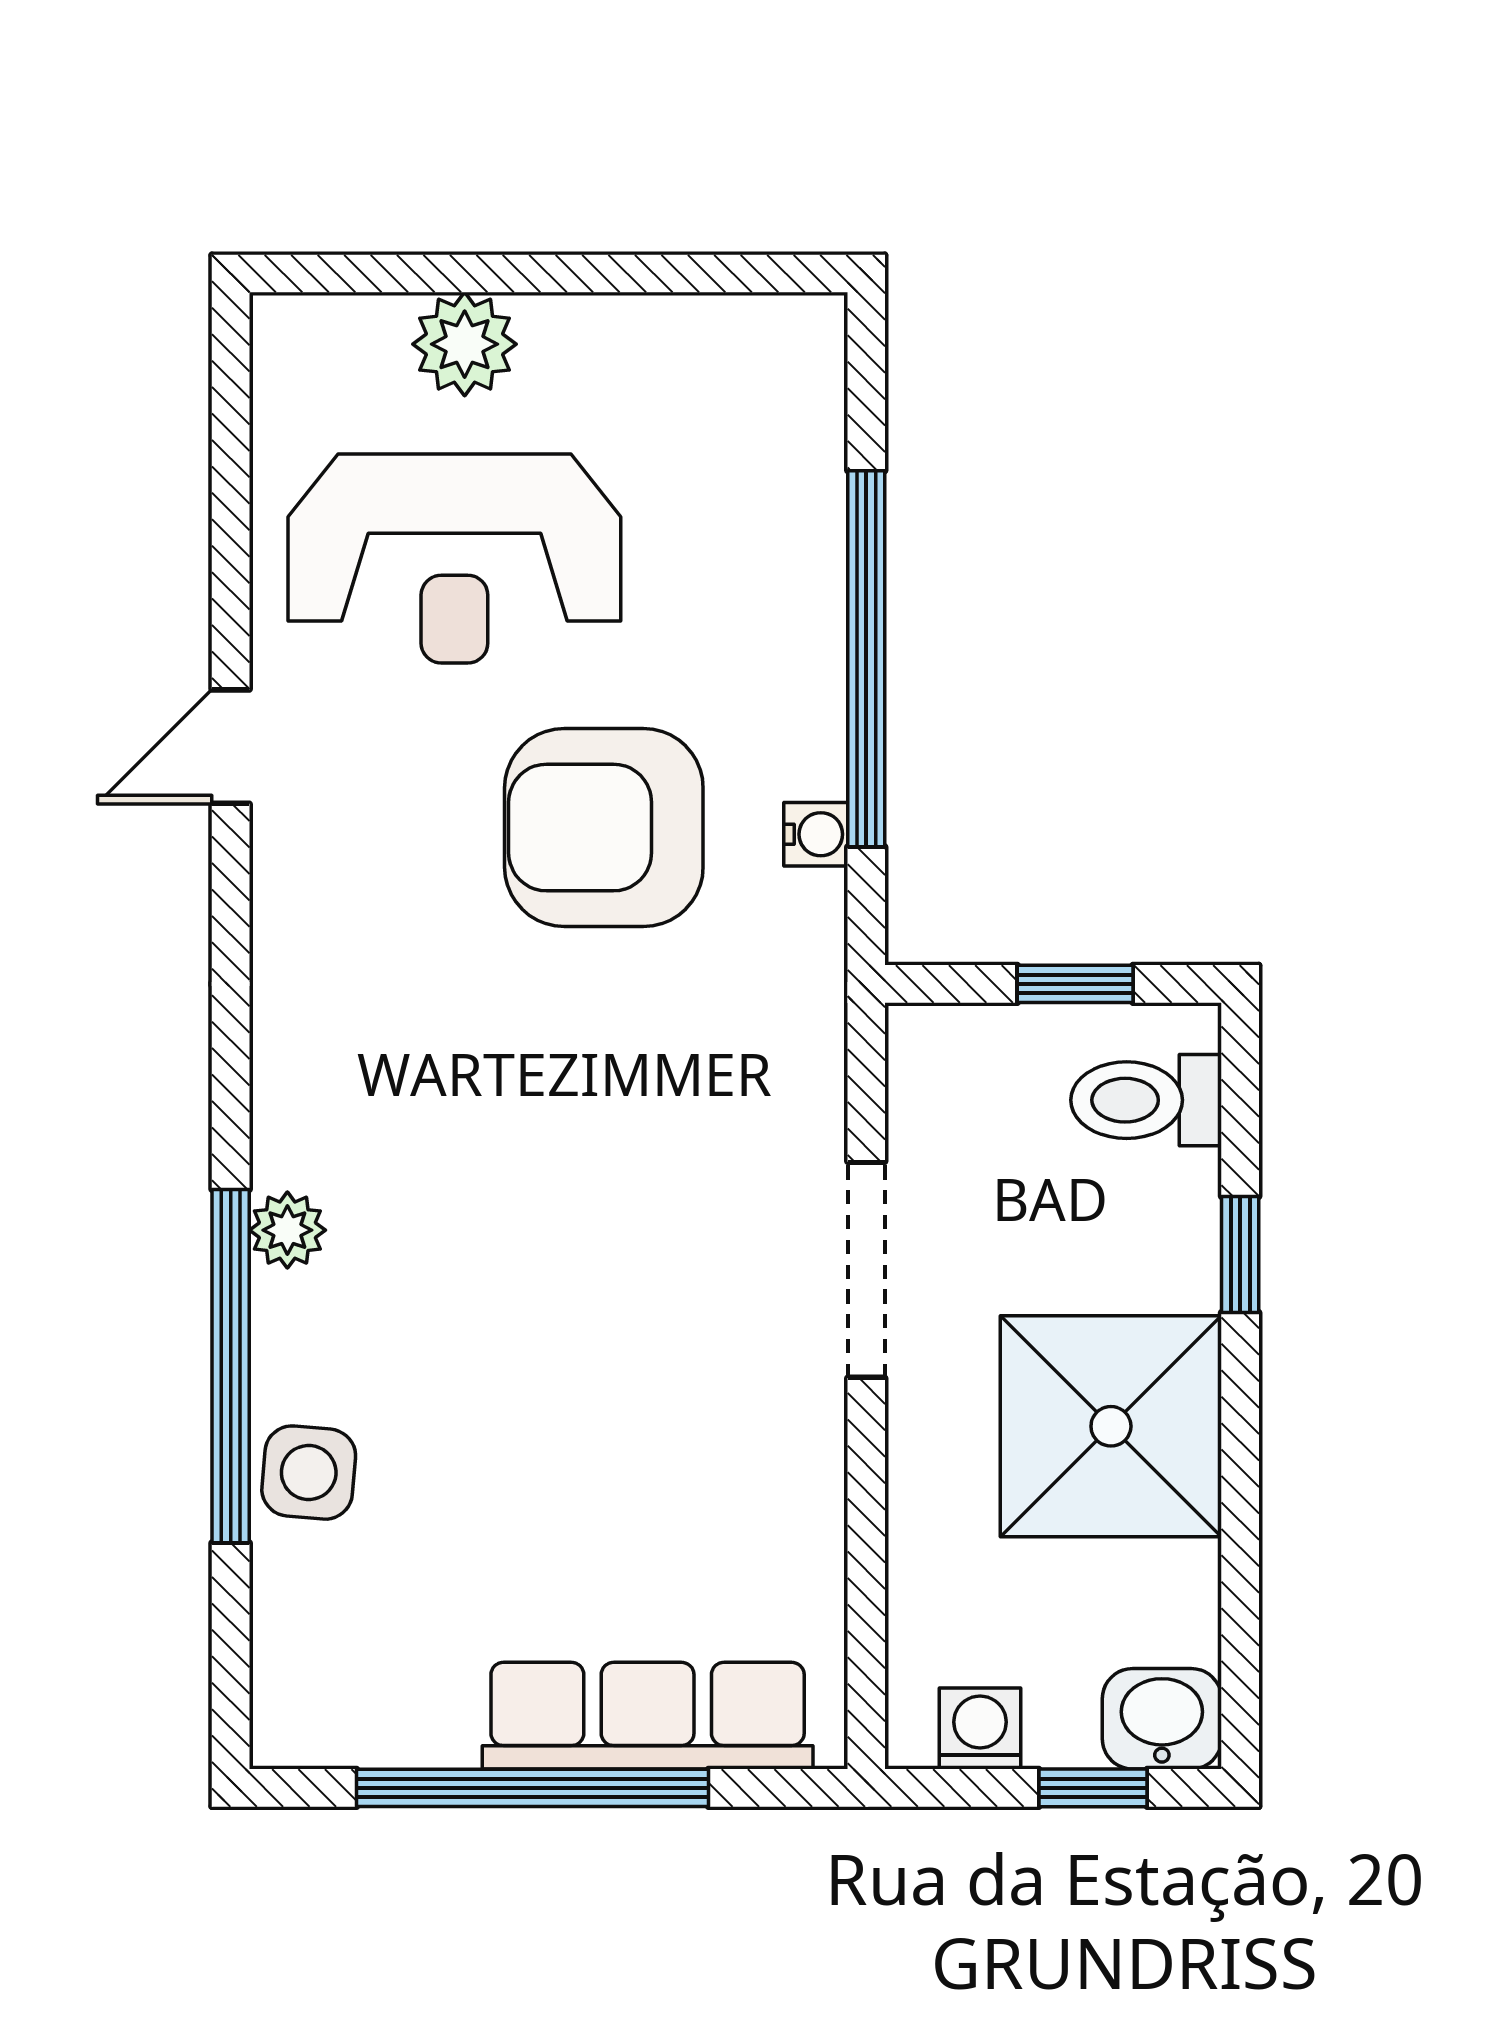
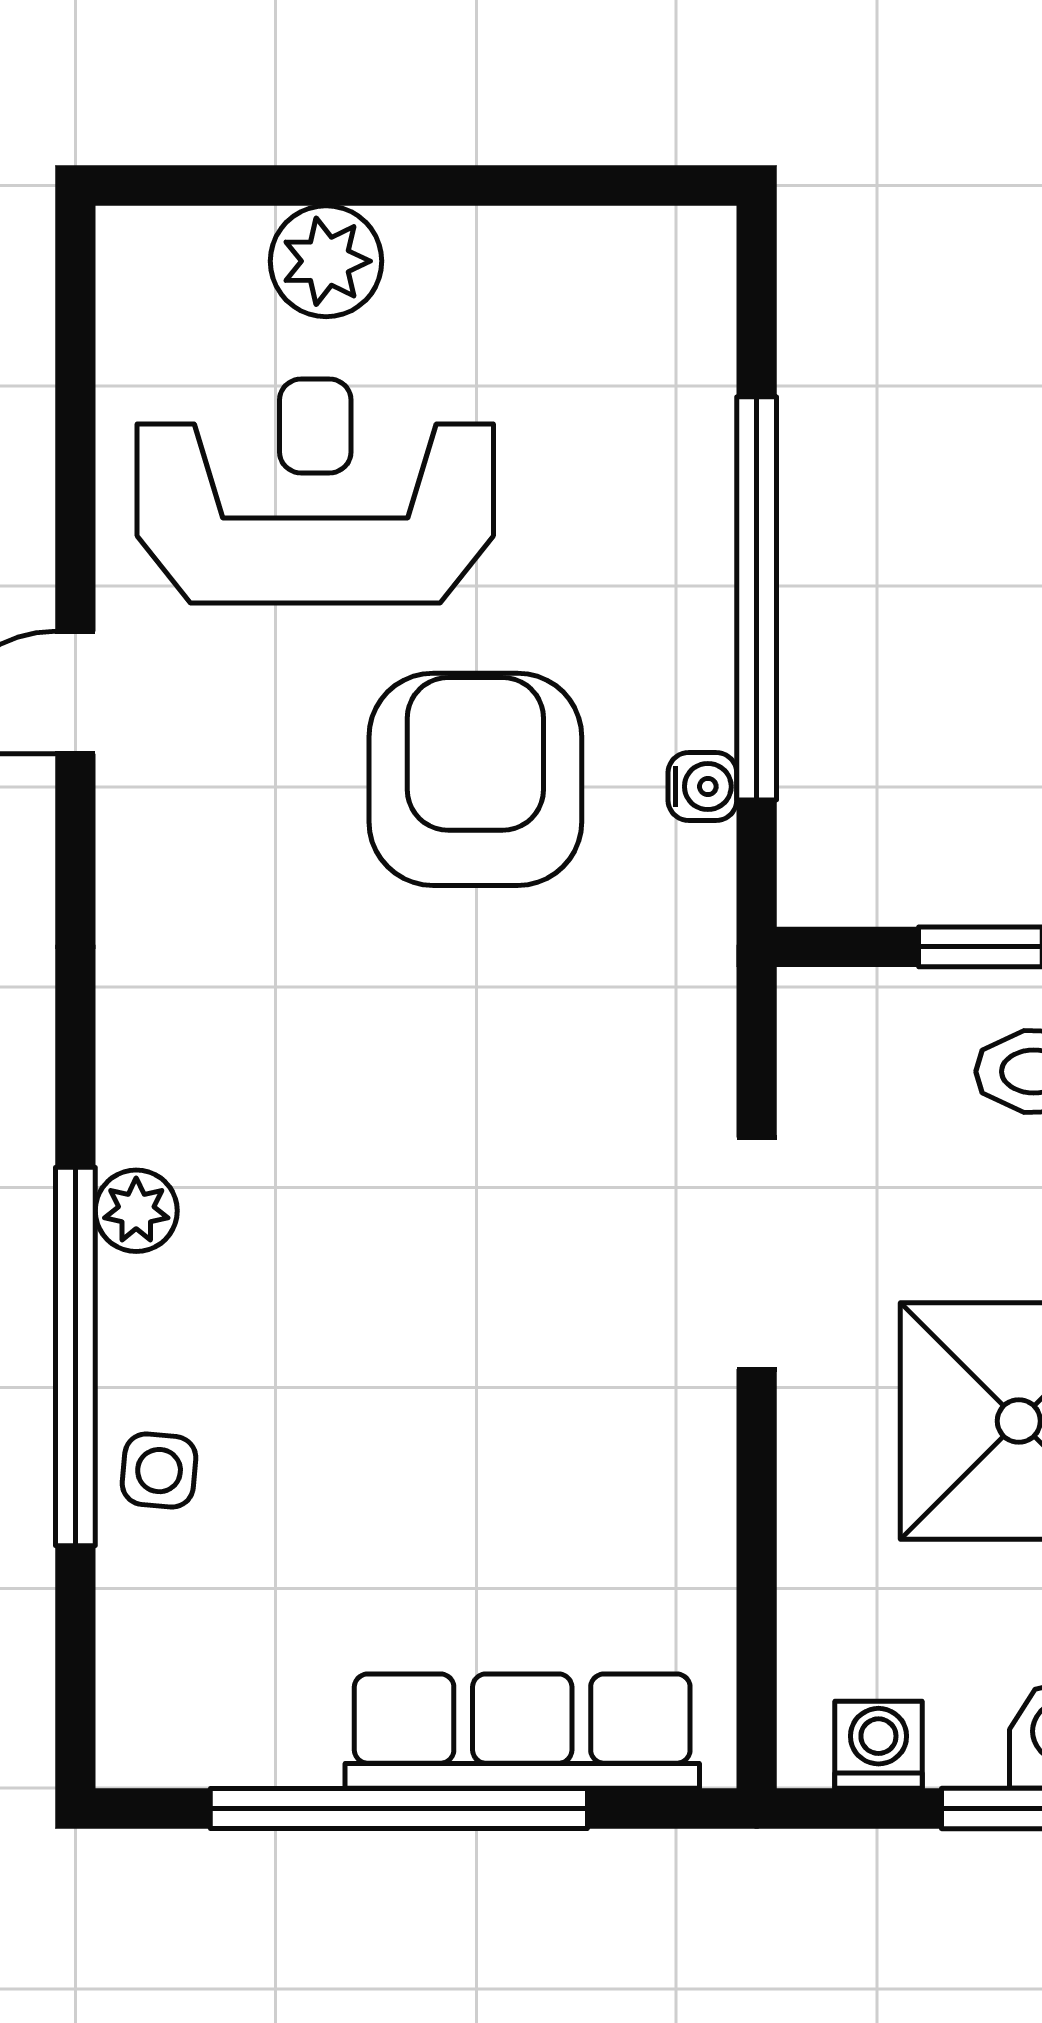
reception desk: (454, 558) -> (315, 491), turned 180
armchair: (604, 828) -> (475, 779), turned 90
side table: (309, 1473) -> (159, 1471), width x0.73, depth x0.73

